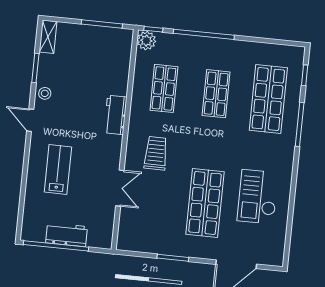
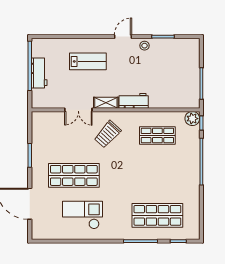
shelving: (48, 37) -> (106, 103), moved
shop shelf: (216, 94) -> (157, 175), removed
trolley: (156, 153) -> (108, 134), turned 132

